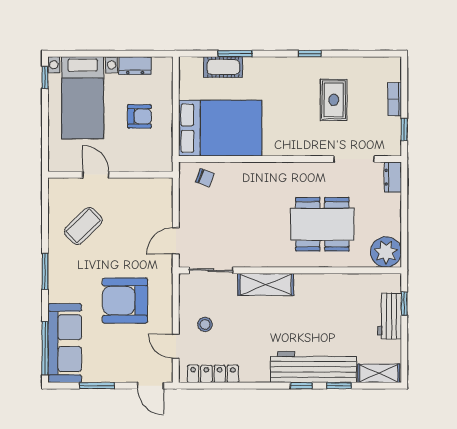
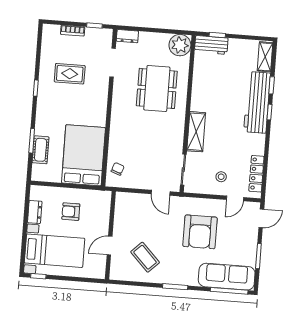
armchair: (139, 116) -> (71, 212), turned -90
workbench: (390, 316) -> (211, 45), moved

